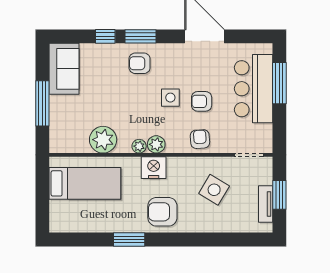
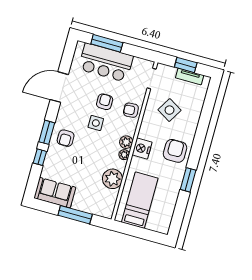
armchair: (202, 101) -> (105, 102), turned 180
armchair: (162, 212) -> (175, 151), turned 180

